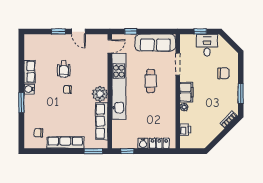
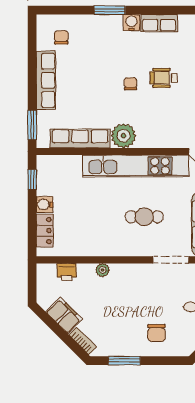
filing cabinet: (186, 92) -> (64, 316), moved, turned -135

